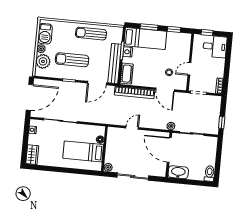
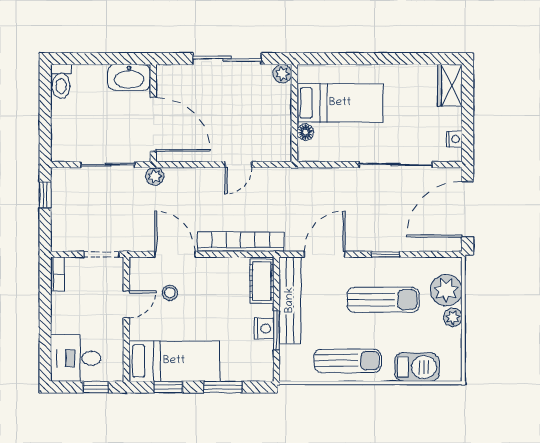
barbecue: (45, 34) -> (417, 367), moved, turned 90
bed: (145, 39) -> (174, 361), moved, turned 180

